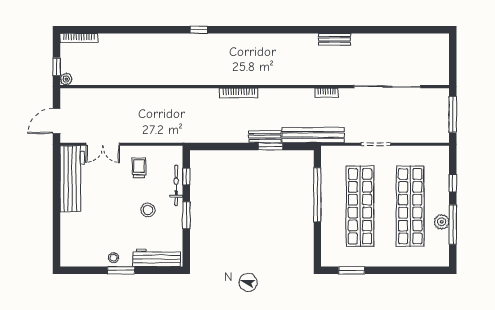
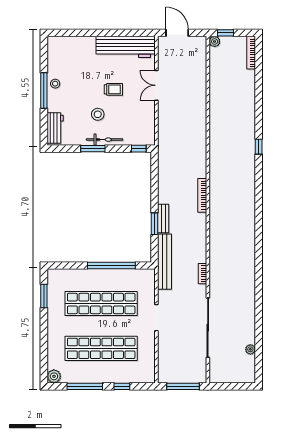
window: (199, 30) -> (259, 147), moved
bench: (335, 39) -> (250, 281), removed
plant: (411, 39) -> (250, 349), added
double door: (103, 144) -> (156, 85), moved
trolley: (139, 168) -> (113, 89), moved
window: (186, 177) -> (139, 149), moved
bicycle: (176, 185) -> (105, 140), moved
plant: (442, 222) -> (54, 376), moved
workbench: (157, 258) -> (55, 128), width x0.73
window: (121, 270) -> (44, 90), width x1.44

